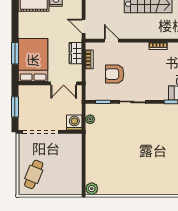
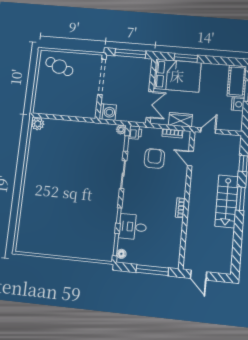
door: (112, 41) -> (190, 158), swing flipped
double door: (64, 83) -> (150, 105), swing flipped
printer: (92, 94) -> (135, 133), added
window: (15, 107) -> (130, 53), width x1.44
plant: (90, 119) -> (121, 130), moved

